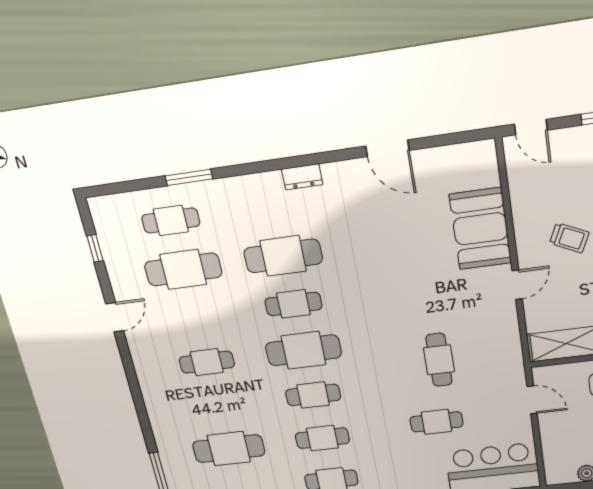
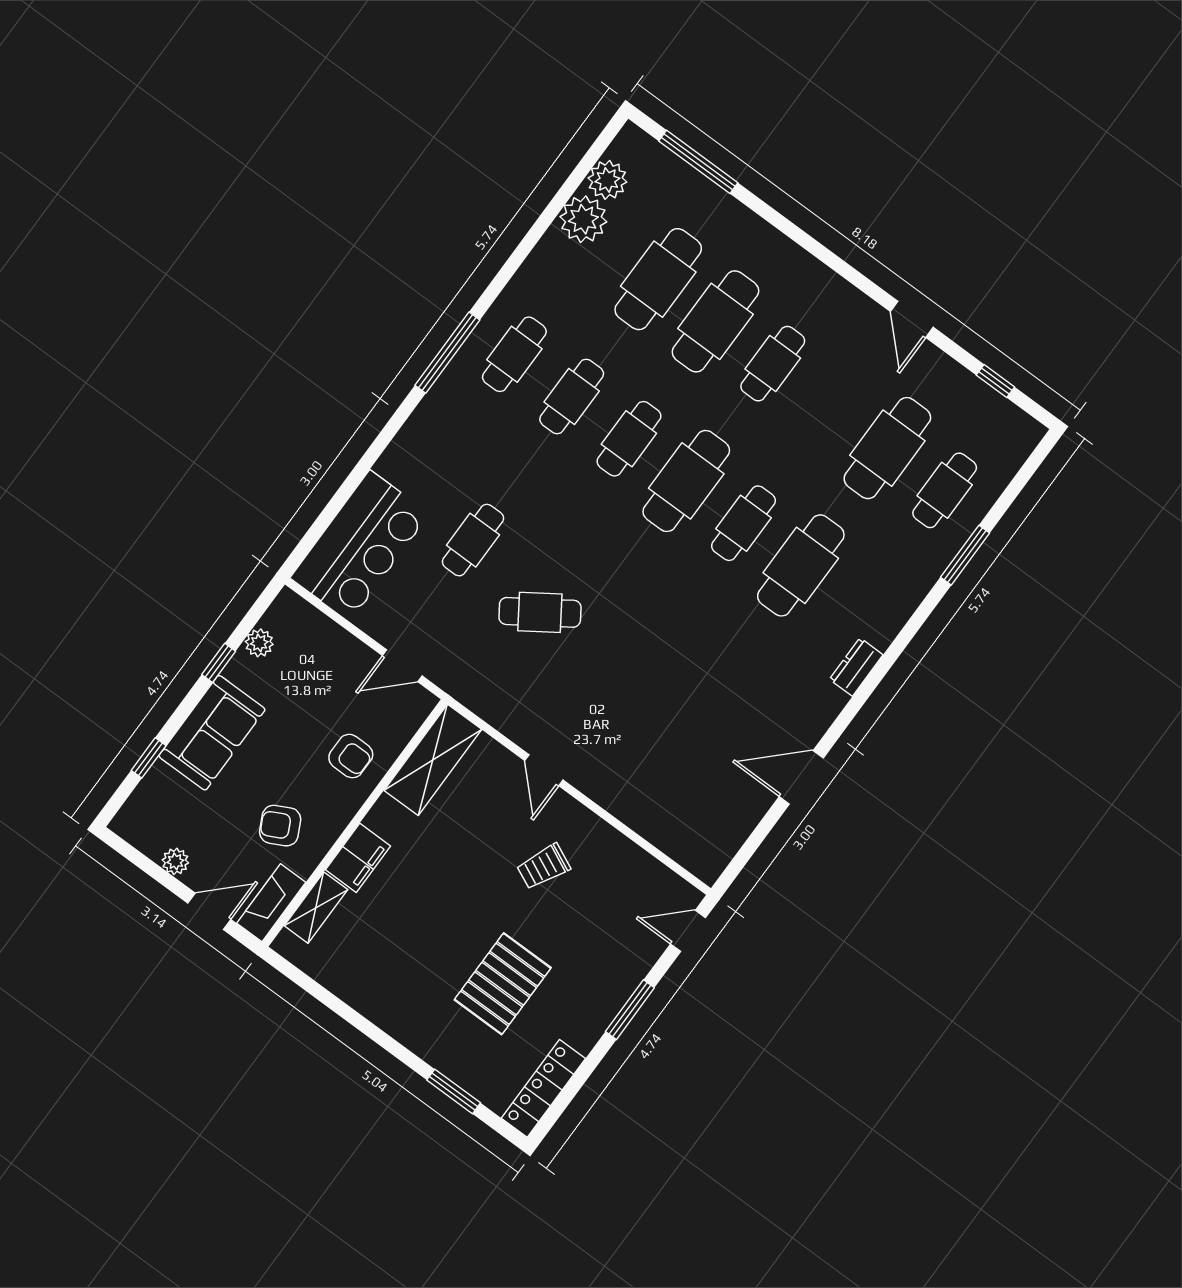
booth: (480, 229) -> (637, 789), removed
cafe table: (439, 360) -> (540, 612), turned -34
cafe table: (218, 406) -> (715, 321), added

